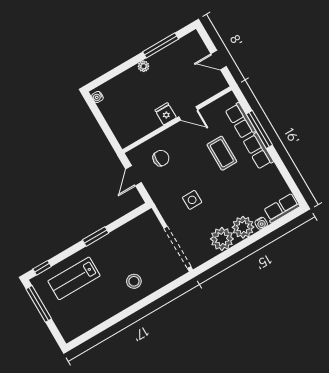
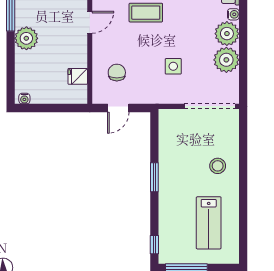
plant: (144, 66) -> (26, 38), width x1.88, depth x1.88
fridge: (166, 114) -> (78, 76), moved
door: (134, 176) -> (118, 108), hinge flipped
lab bench: (74, 278) -> (209, 223), moved

